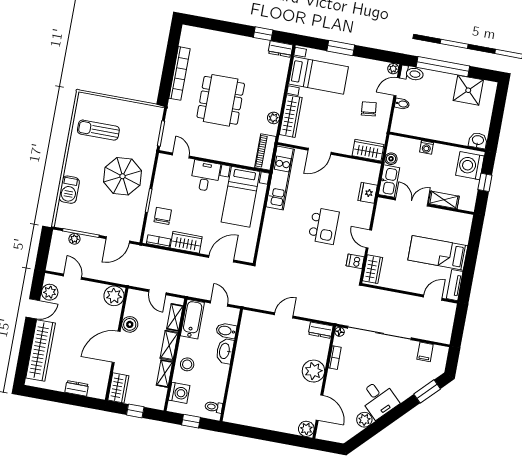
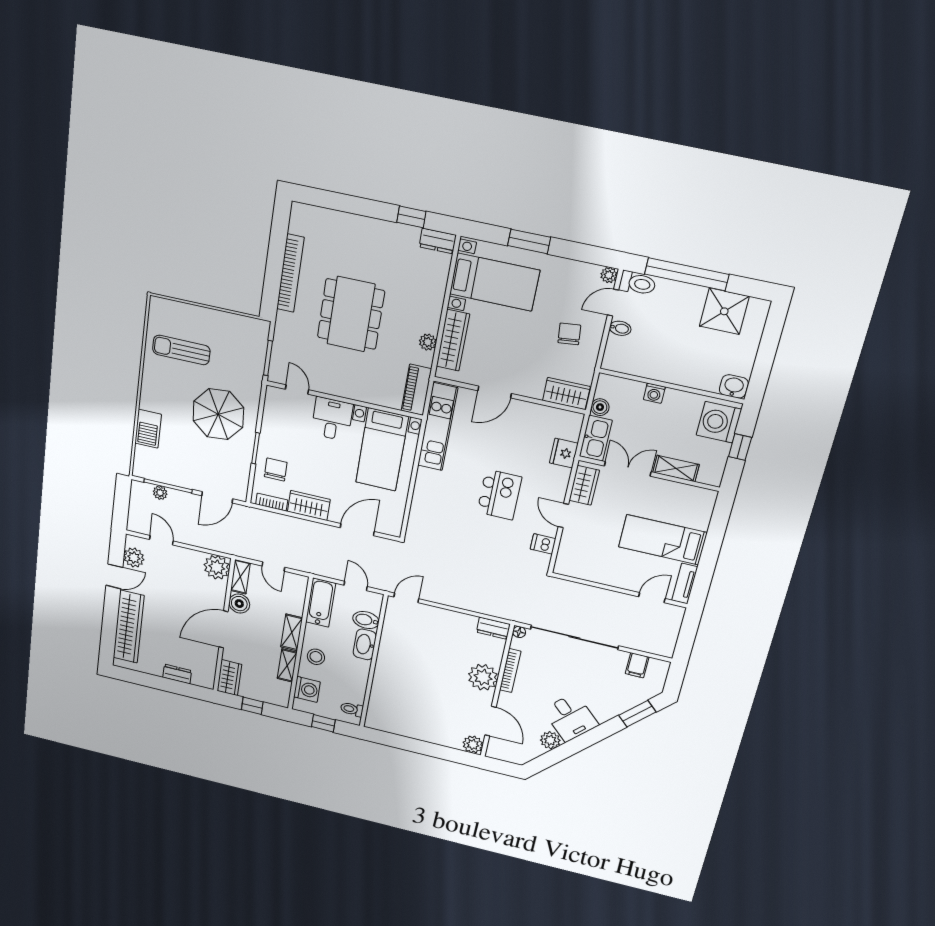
wardrobe: (373, 269) -> (584, 485), moved
door: (284, 315) -> (406, 598), moved
shelving: (175, 317) -> (240, 577), moved
bookcase: (335, 358) -> (510, 671), width x1.56

